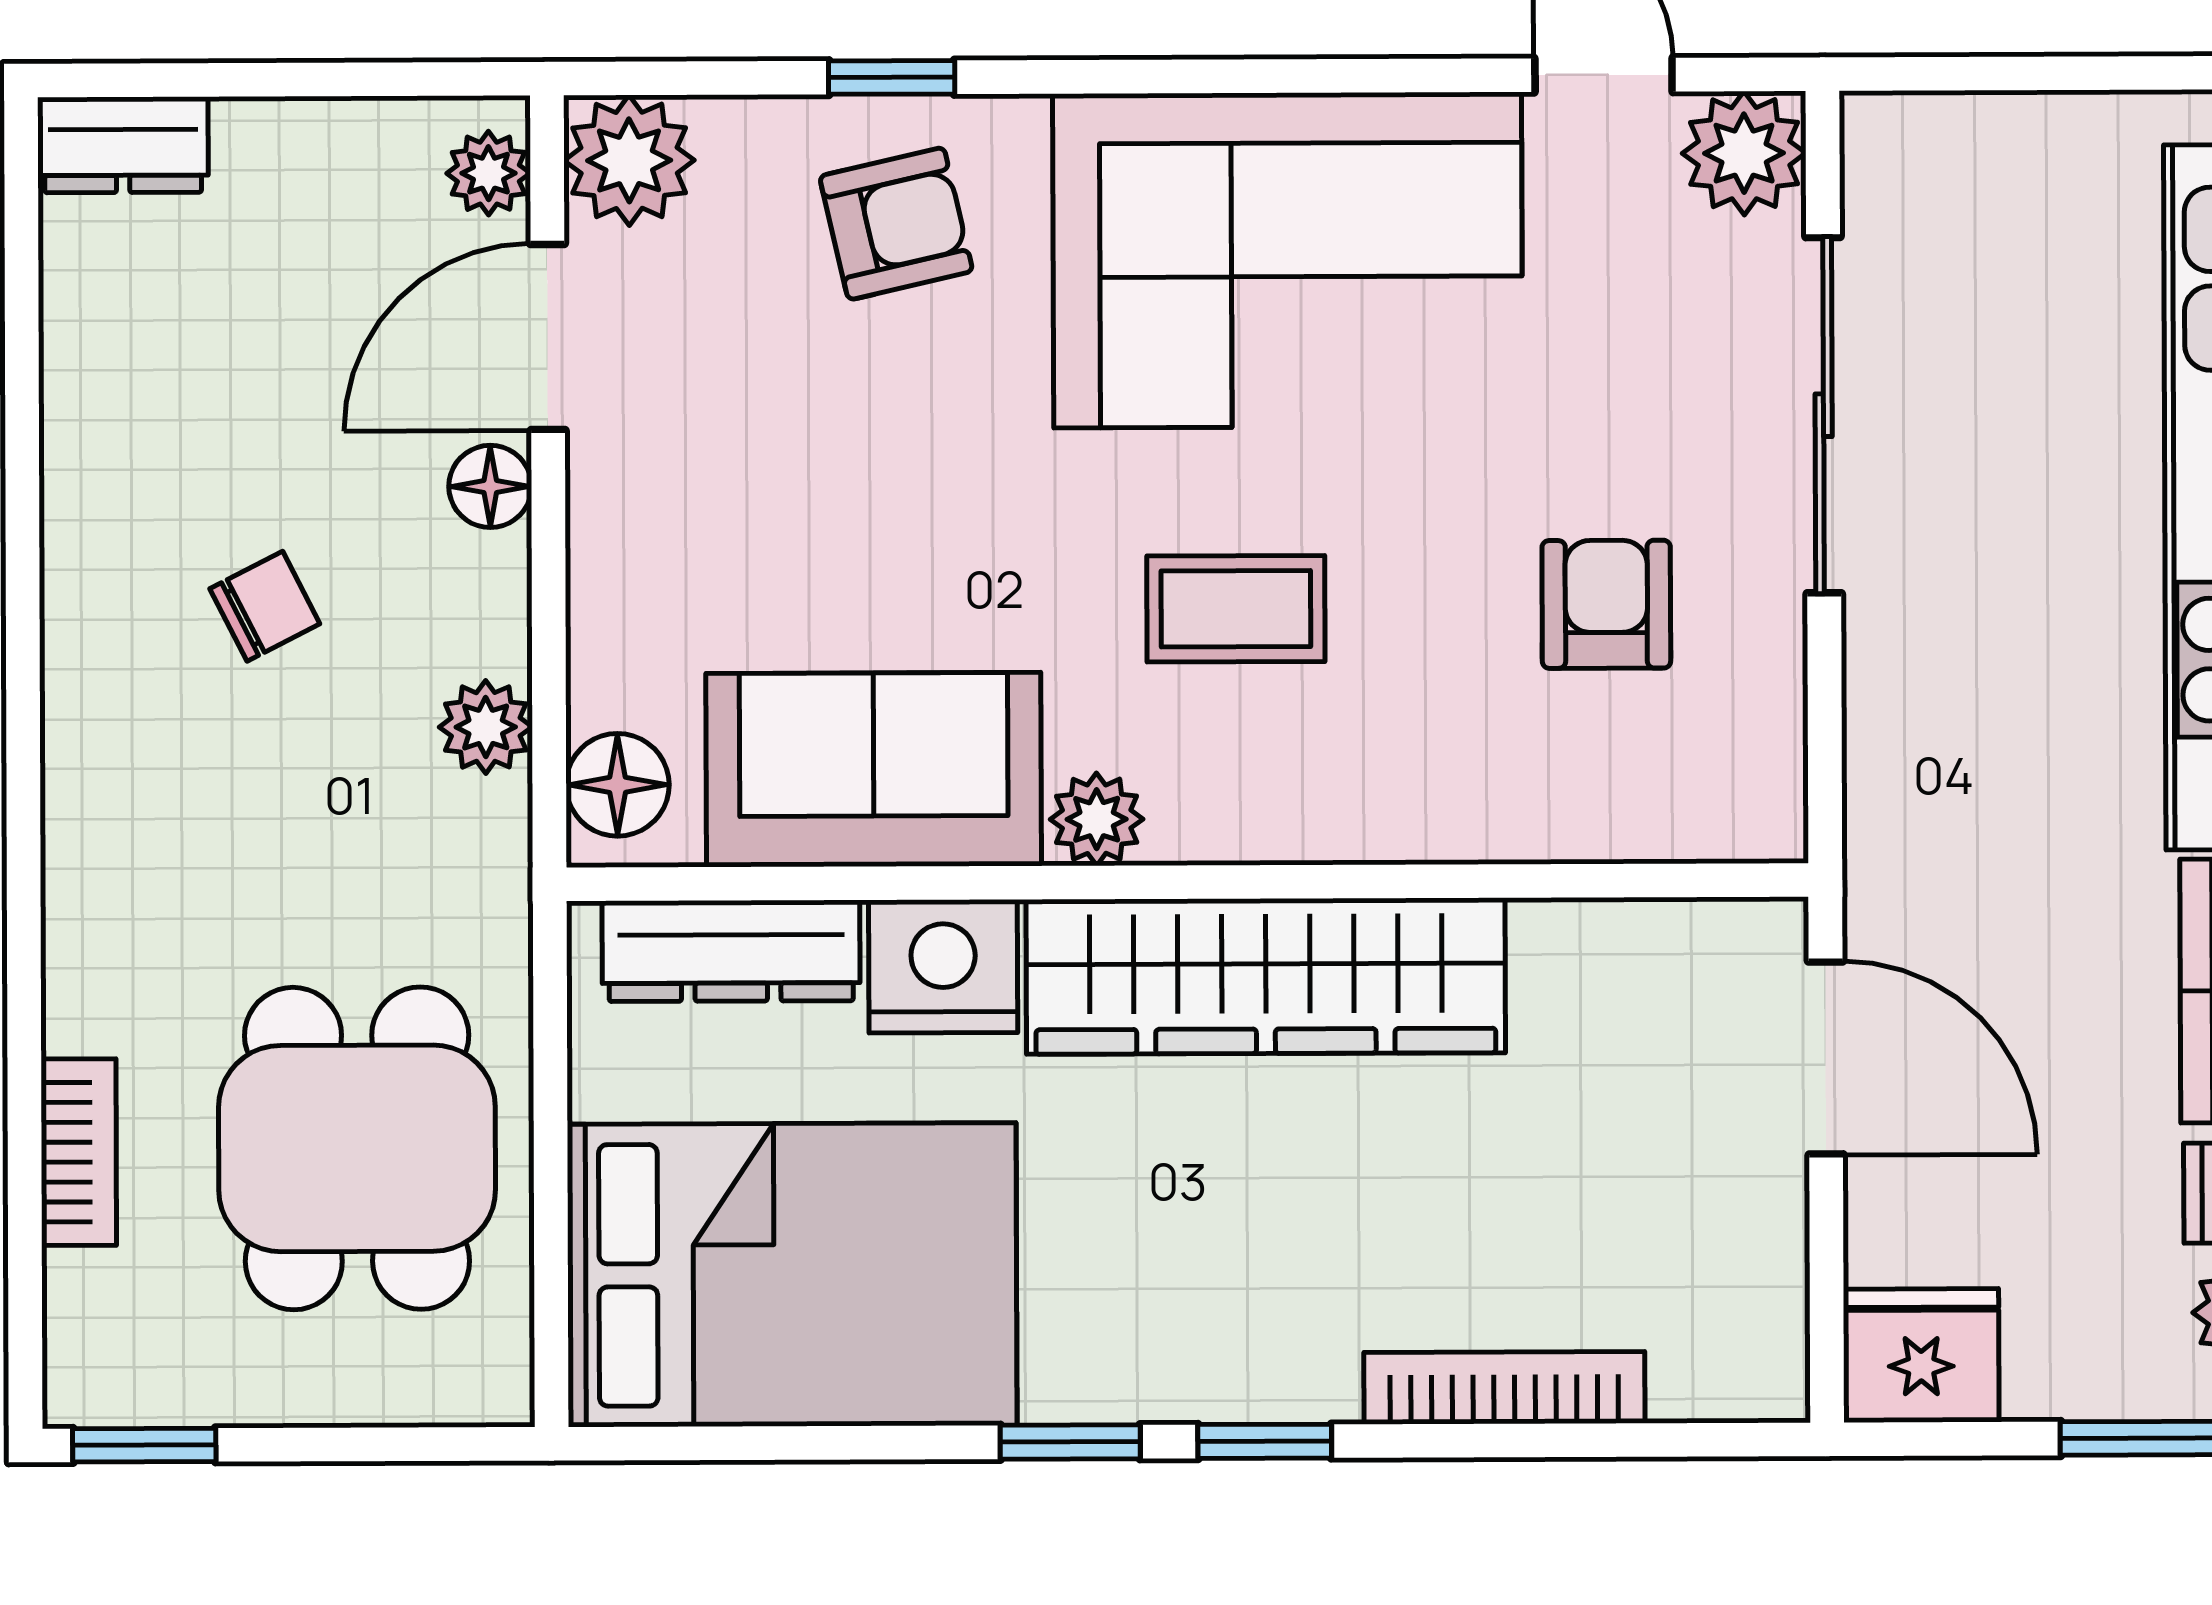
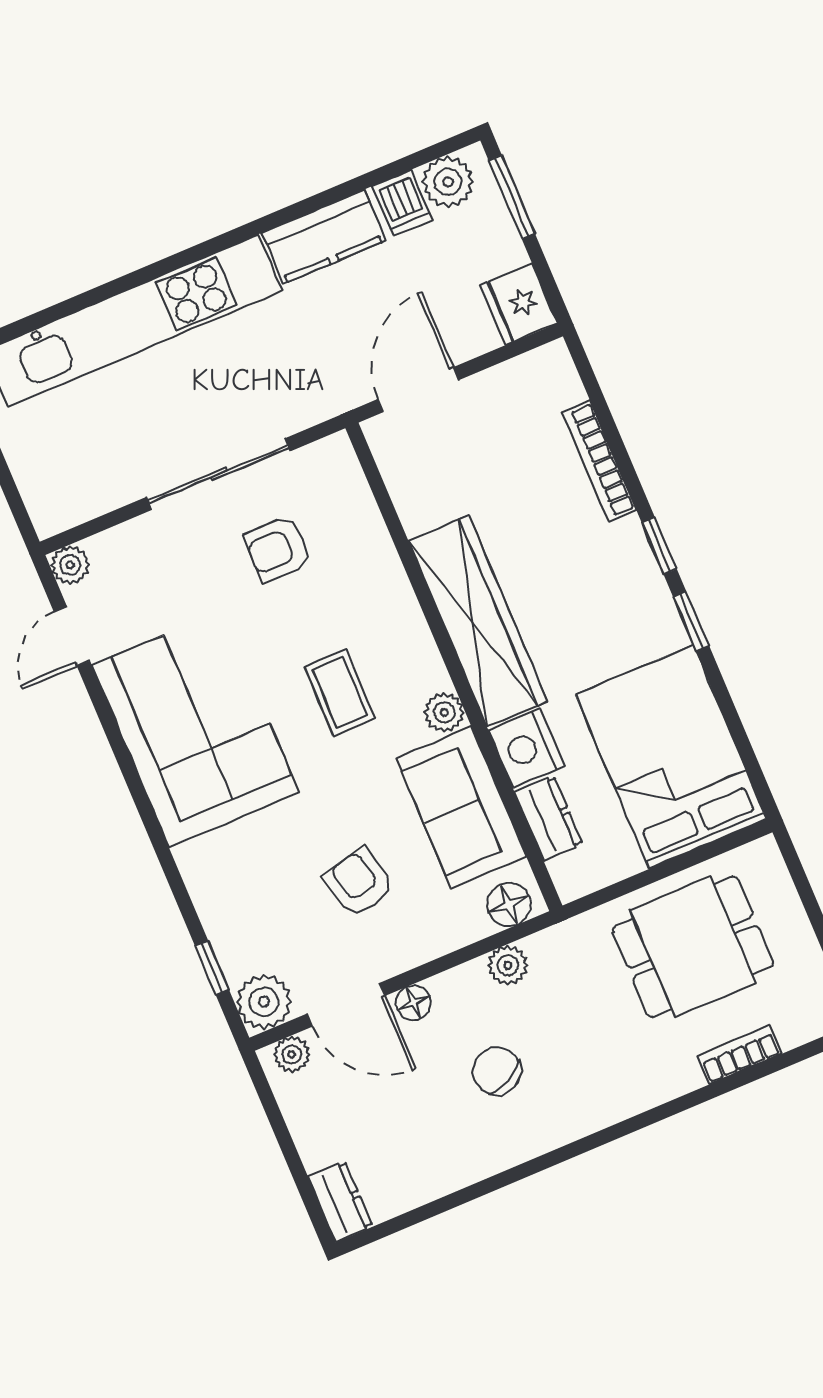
window: (892, 77) -> (212, 968), moved
plant: (1744, 153) -> (70, 565), width x0.73, depth x0.73
armchair: (896, 224) -> (359, 882), moved
sliding door: (1824, 415) -> (219, 474), moved
chair: (265, 606) -> (497, 1071), width x1.37, depth x1.37
dresser: (731, 951) -> (549, 818), width x0.70

